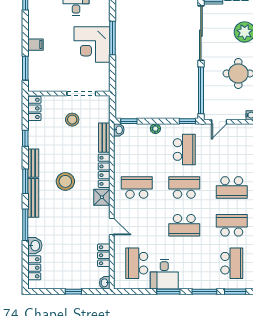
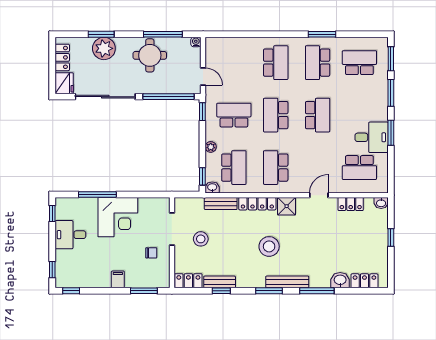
window: (112, 38) -> (97, 194), moved
chair: (60, 75) -> (151, 253), added
school desk: (137, 150) -> (234, 168), added
bench: (33, 163) -> (220, 282), moved

